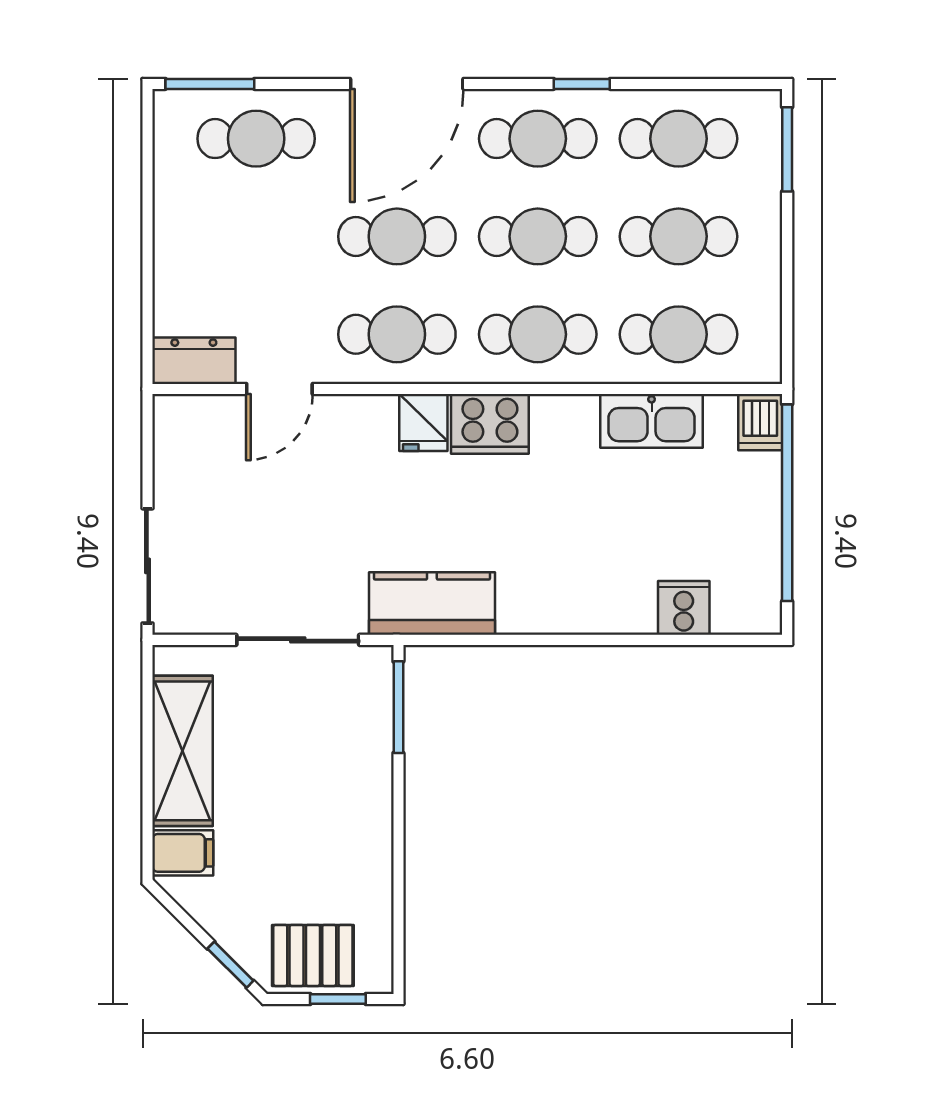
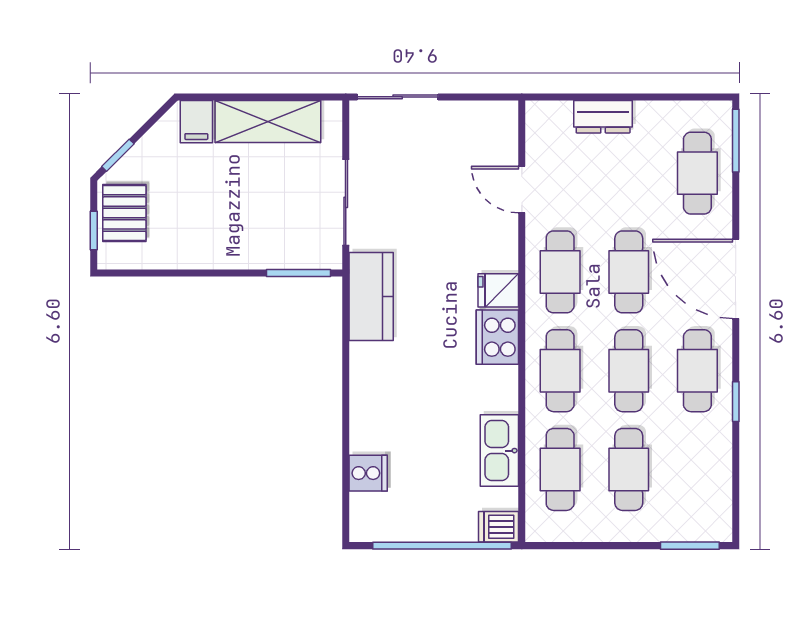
cafe table: (679, 139) -> (697, 469), removed
dresser: (194, 361) -> (603, 117), moved, turned 90

